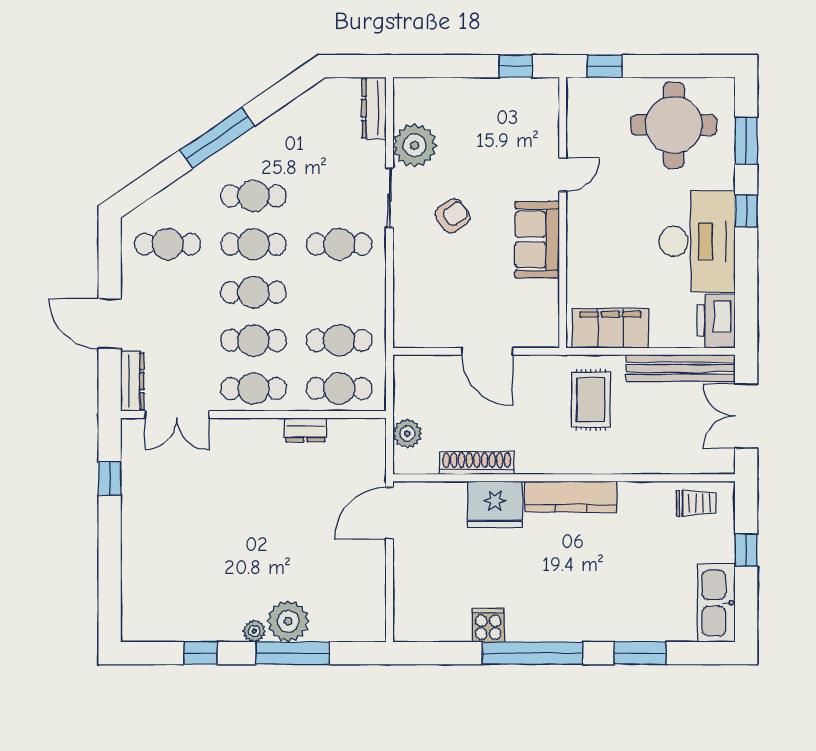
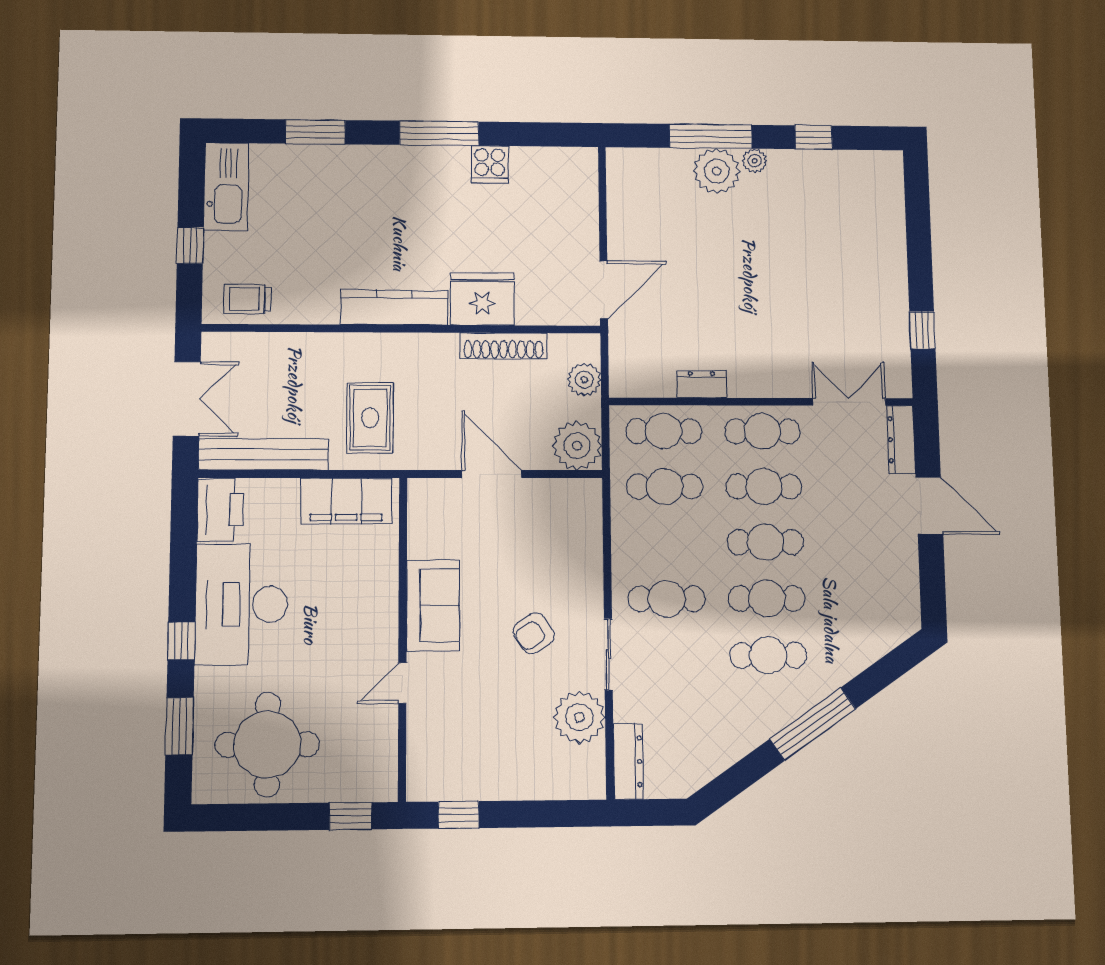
cafe table: (168, 244) -> (866, 598), removed
plant: (414, 376) -> (577, 446), added
window: (532, 653) -> (439, 133), width x0.68

